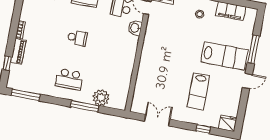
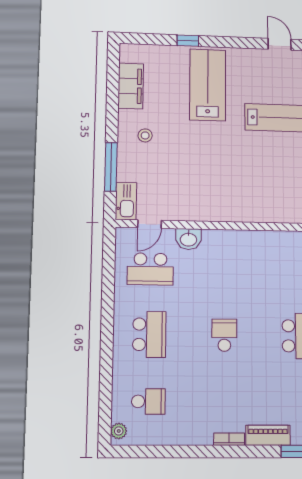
window: (253, 49) -> (188, 41), width x0.46
door: (247, 81) -> (280, 44), moved

